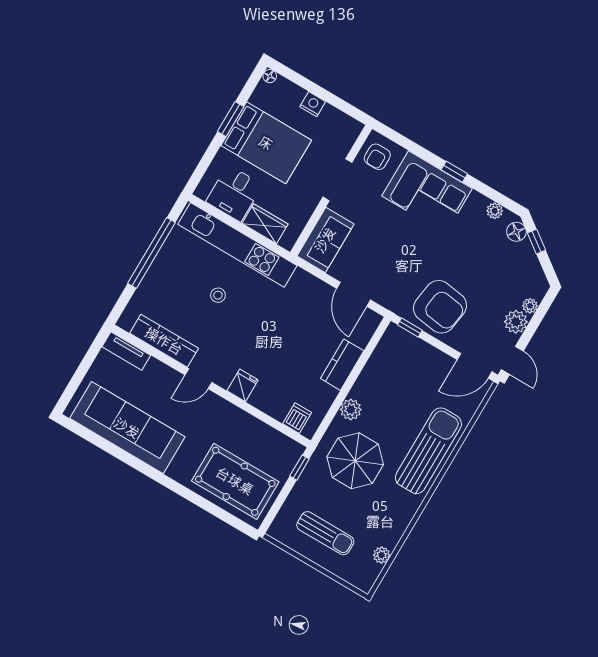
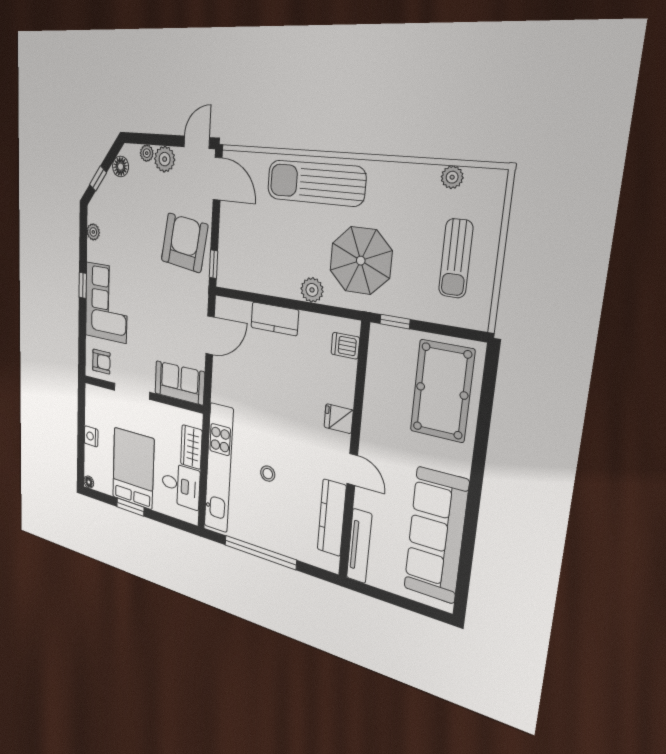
floor lamp: (516, 232) -> (121, 167), moved
tv unit: (126, 351) -> (359, 546), width x1.41
sun lounger: (325, 533) -> (456, 258), turned 180

